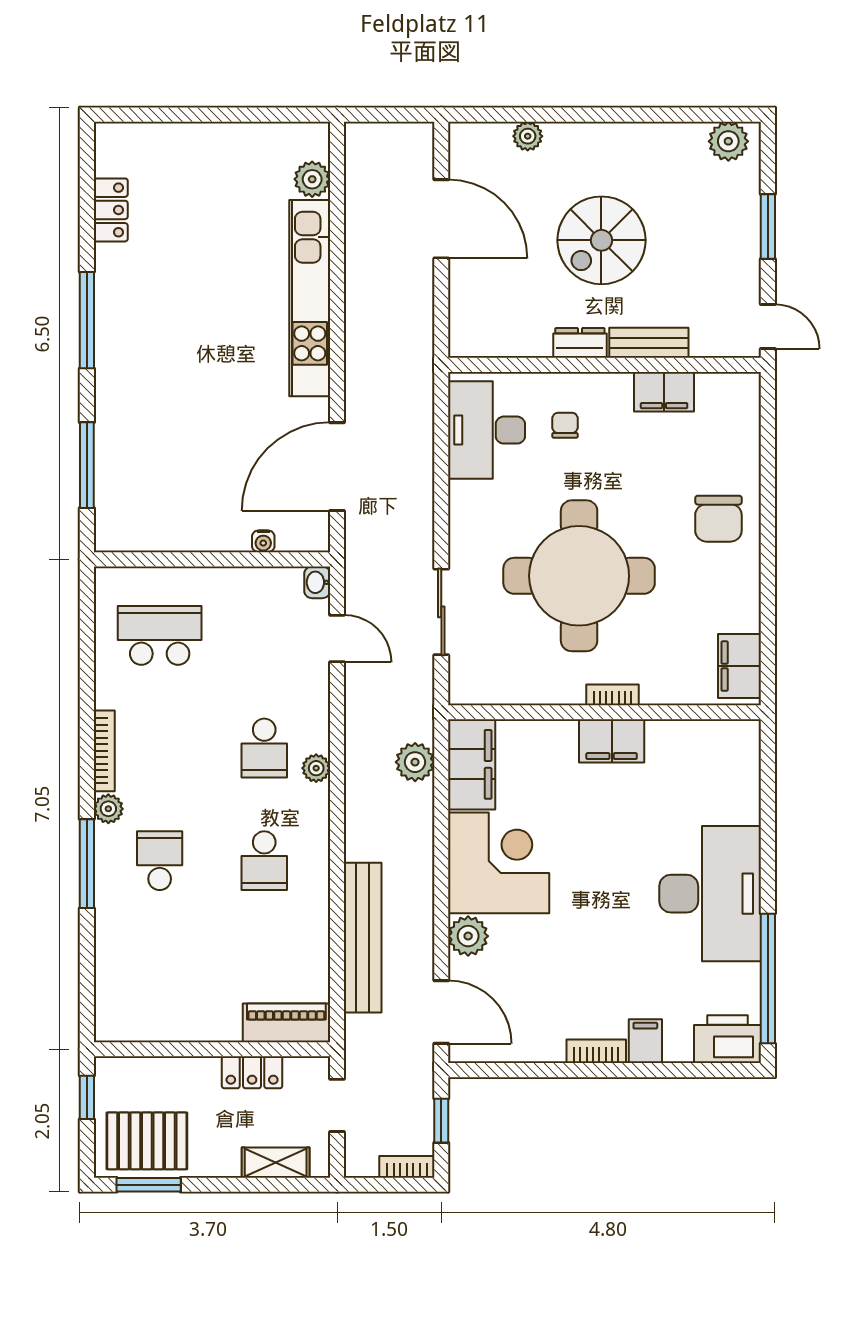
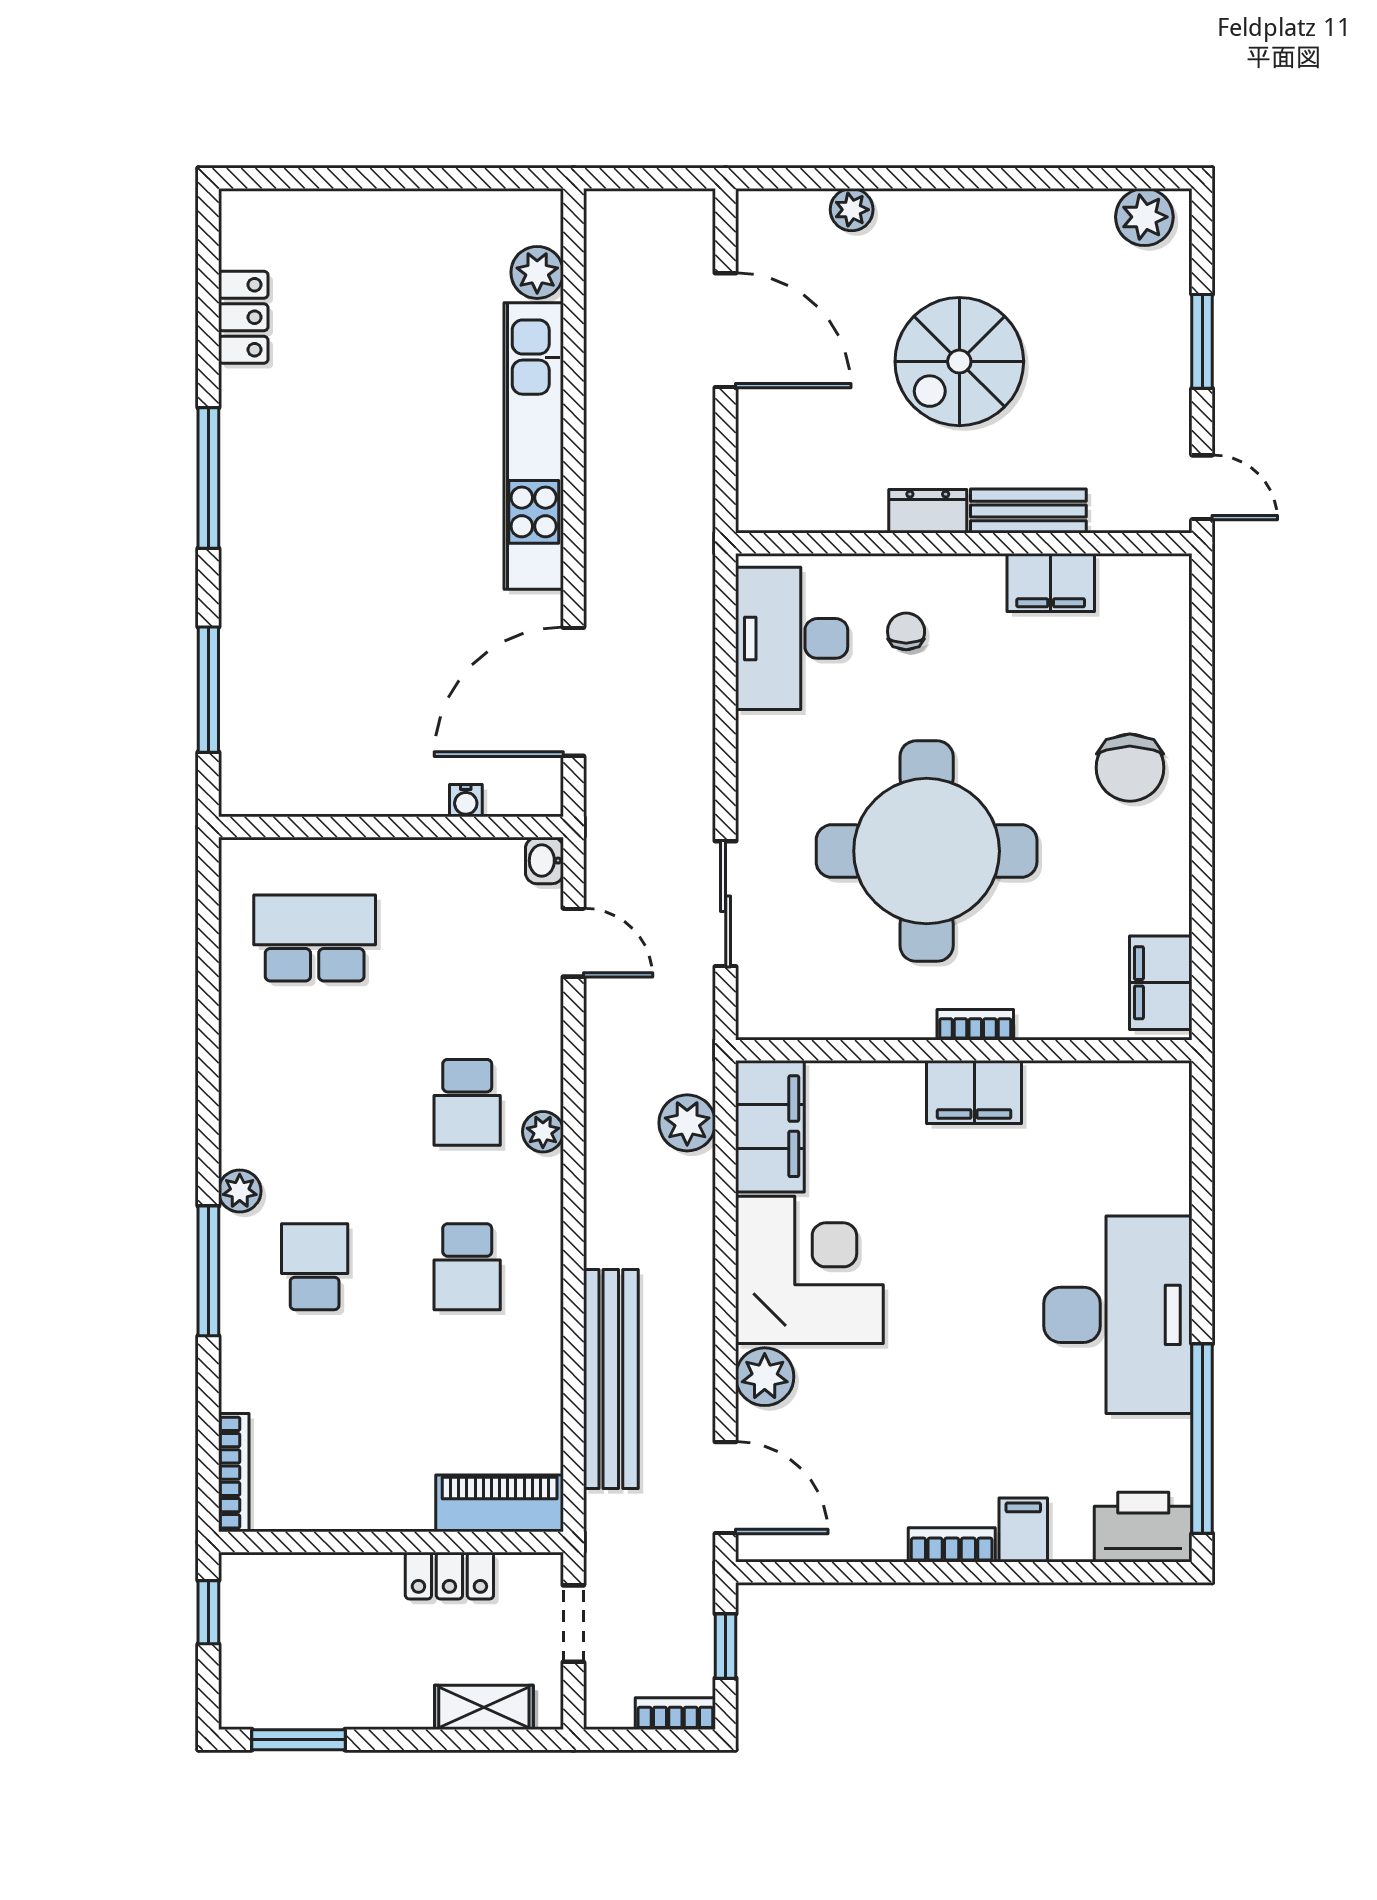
bookcase: (104, 751) -> (234, 1473), moved
pallet: (147, 1141) -> (296, 1676), removed

